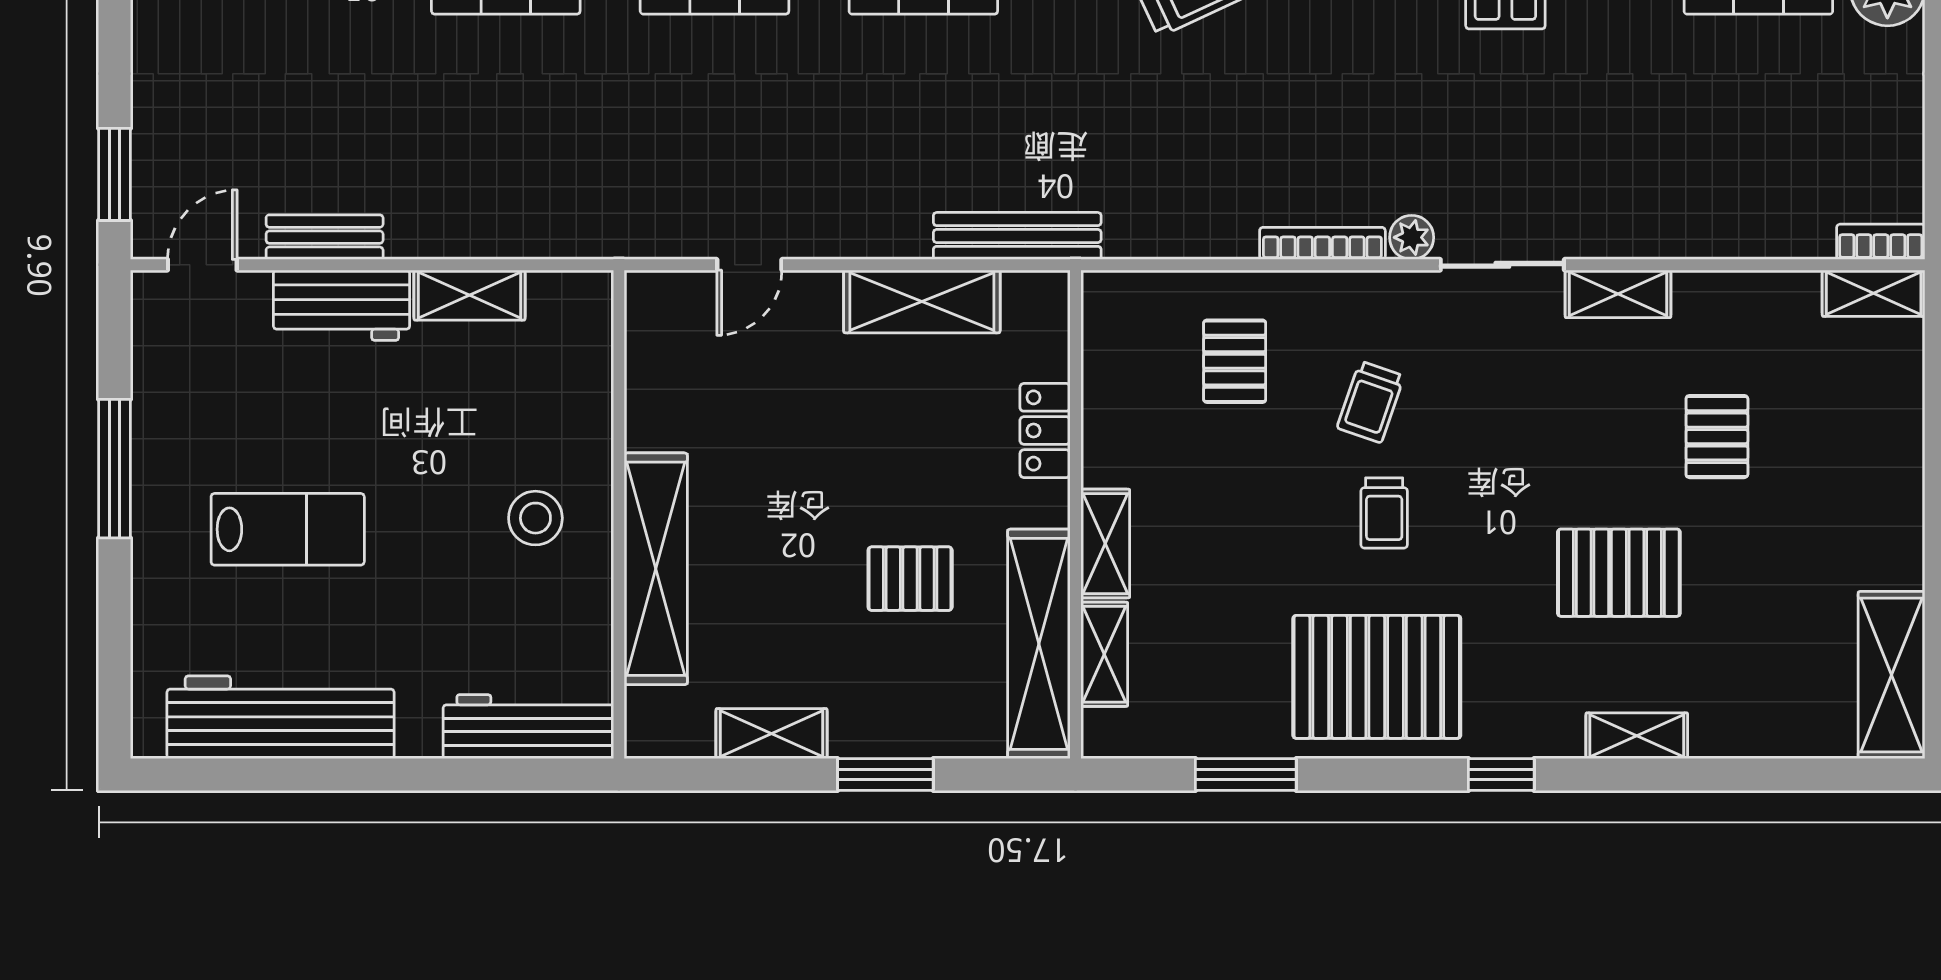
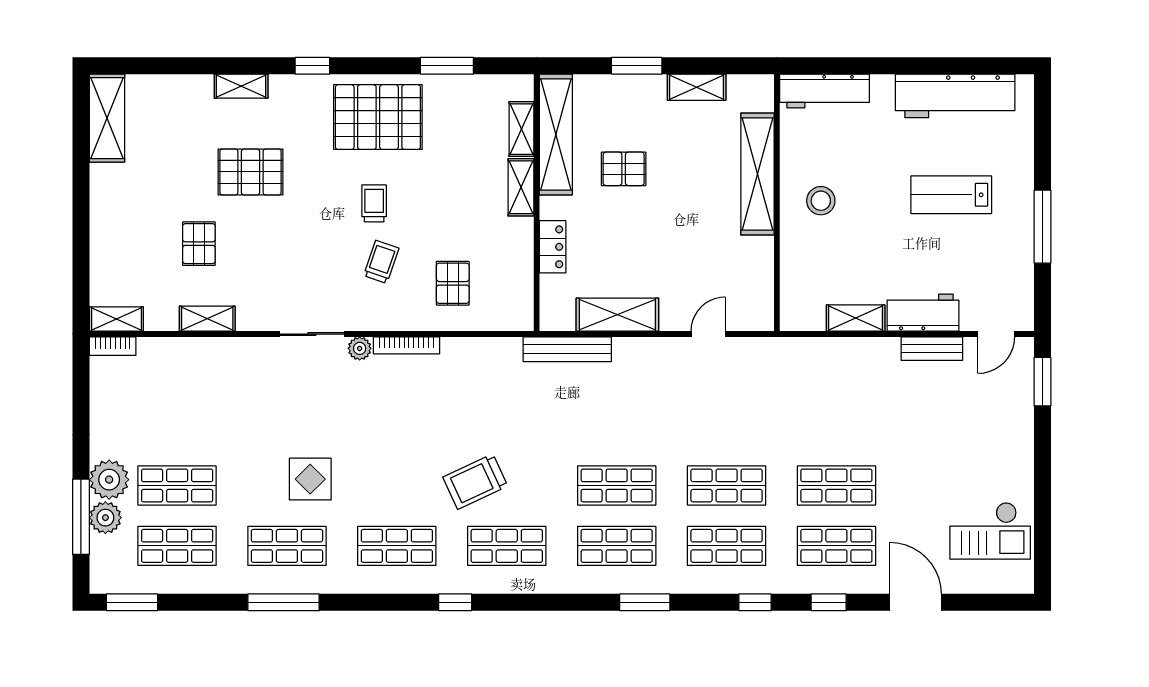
shelving: (1618, 294) -> (207, 319), moved

